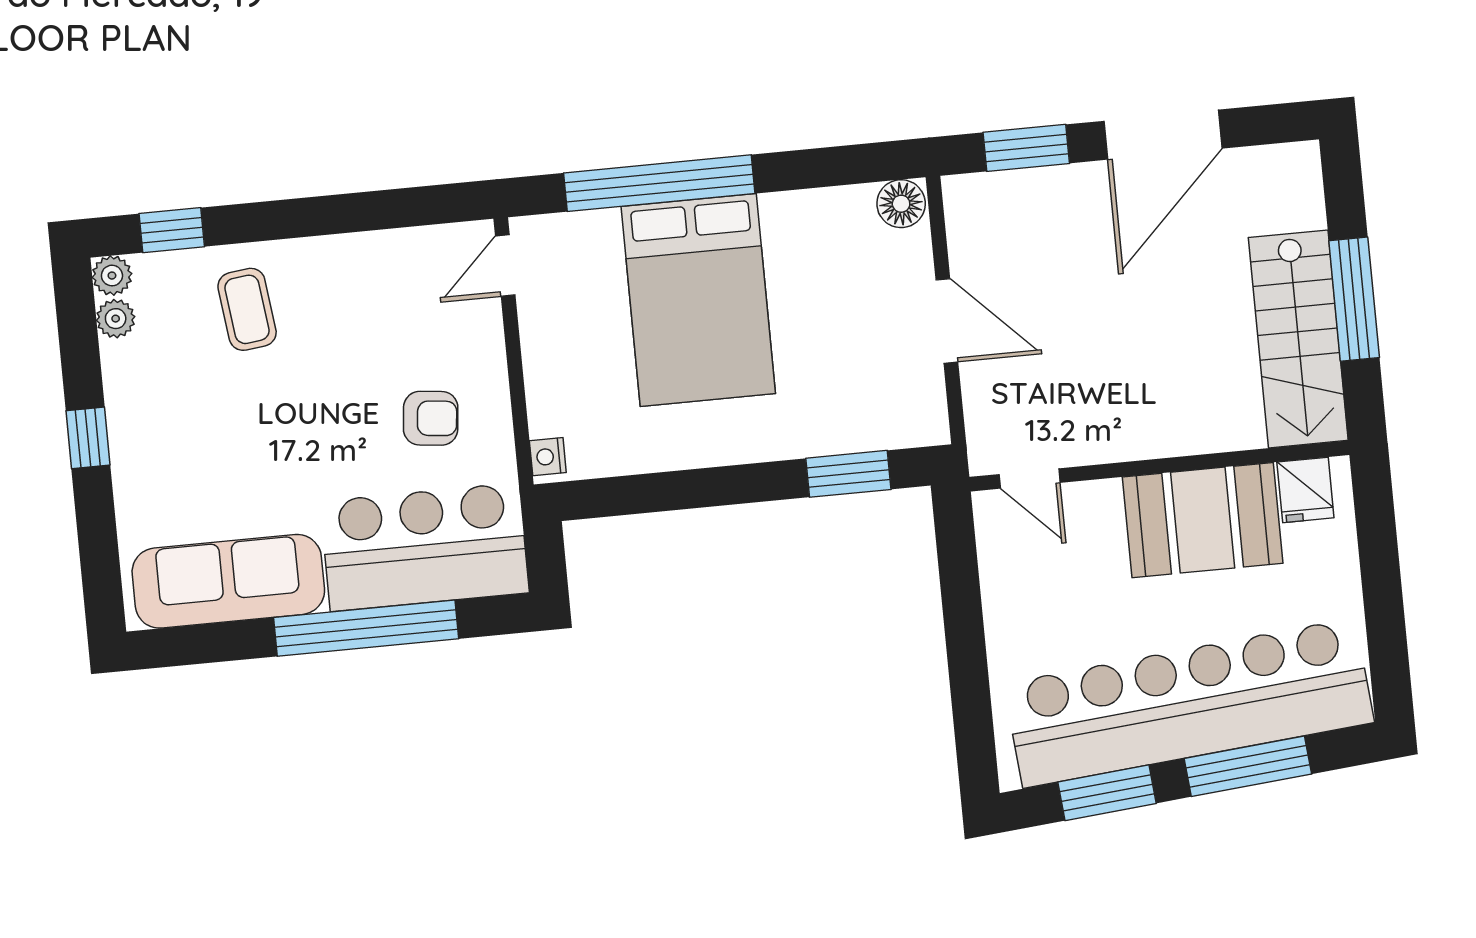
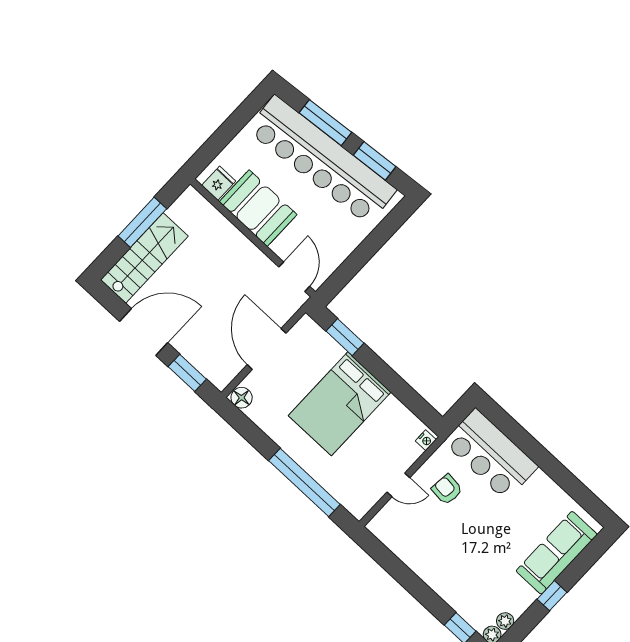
door: (505, 265) -> (398, 485), moved
bed: (698, 300) -> (340, 404), moved, turned 180
coffee table: (247, 309) -> (464, 581), removed
door: (947, 321) -> (267, 349), width x1.36
stairs: (1298, 339) -> (144, 258), moved
door: (1030, 478) -> (294, 277), width x1.37
sofa: (228, 581) -> (557, 553), moved, turned 90
window: (366, 628) -> (534, 450), removed

